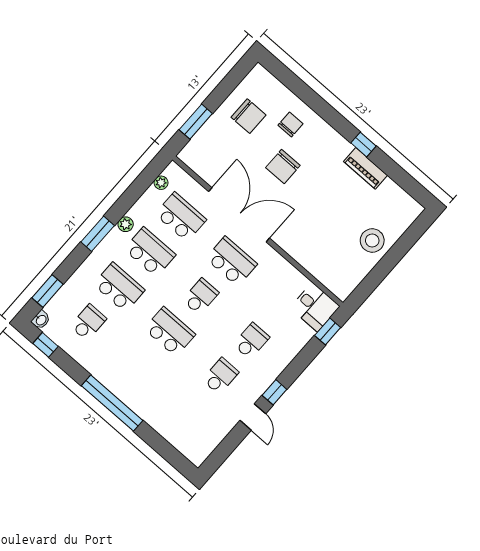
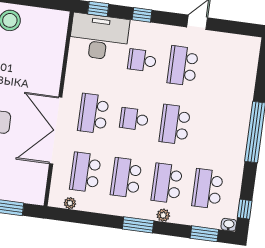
plant: (126, 224) -> (163, 215), moved
desk: (315, 307) -> (99, 37), width x1.87, depth x1.30
school desk: (88, 322) -> (208, 189), width x1.85
school desk: (221, 376) -> (183, 66), width x1.85
window: (274, 392) -> (142, 15), moved

